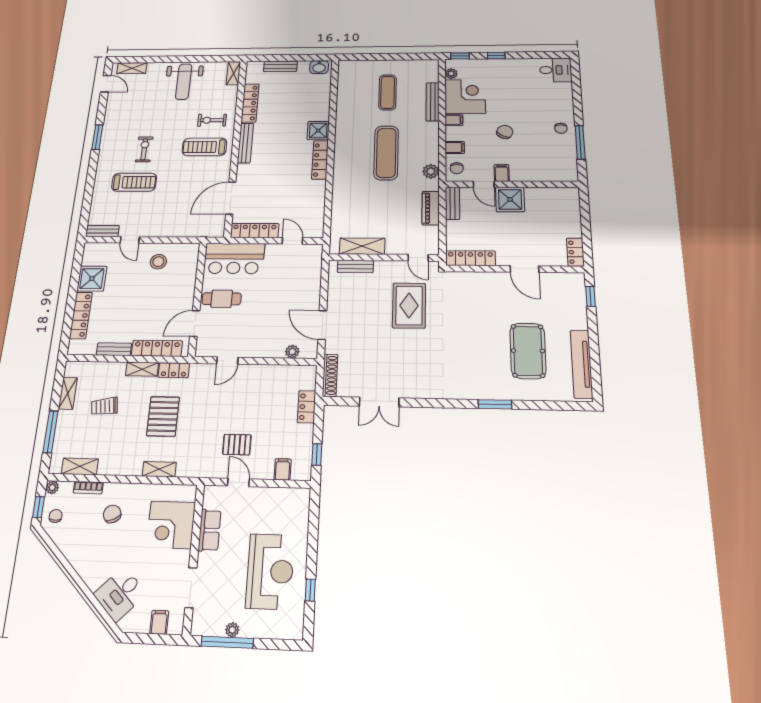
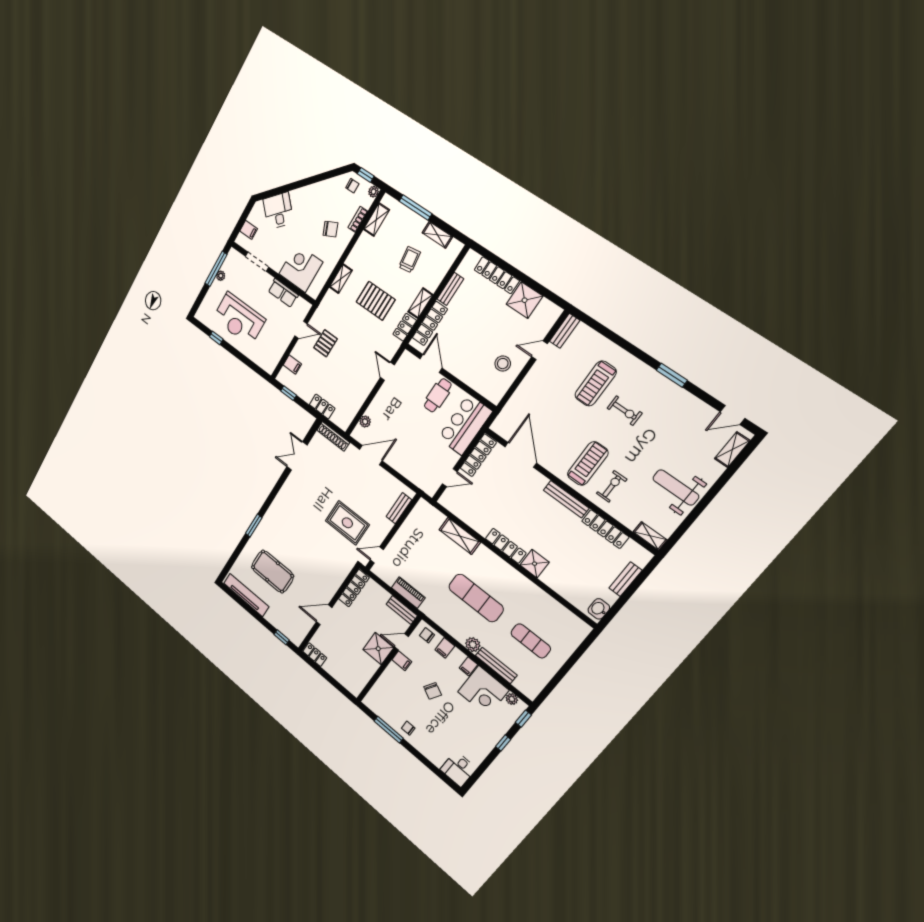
plant: (431, 171) -> (473, 645), moved
shelving: (362, 246) -> (460, 536), moved, turned 90

